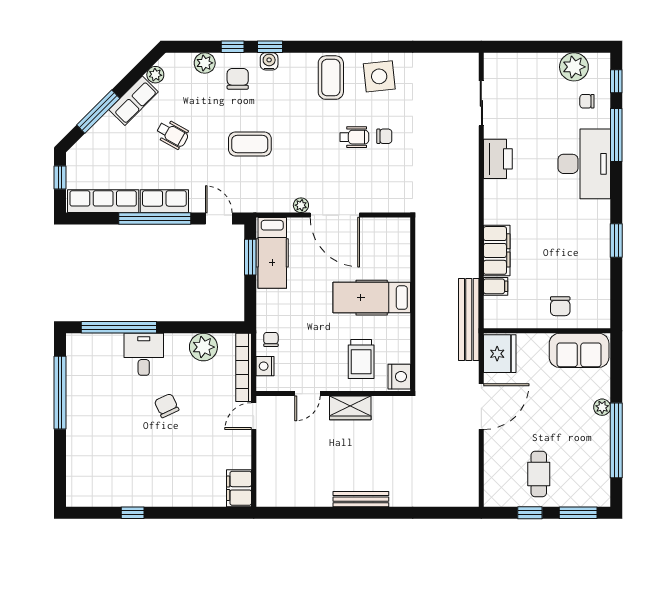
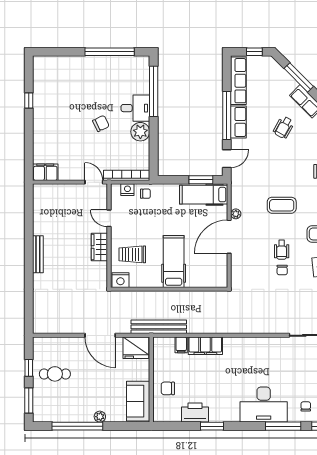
coffee table: (250, 144) -> (282, 205), moved, turned 90
printer: (498, 159) -> (195, 413), moved, turned 180
plant: (203, 347) -> (140, 132), moved

